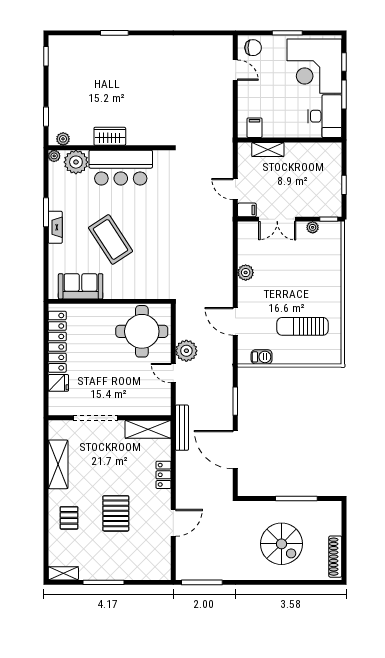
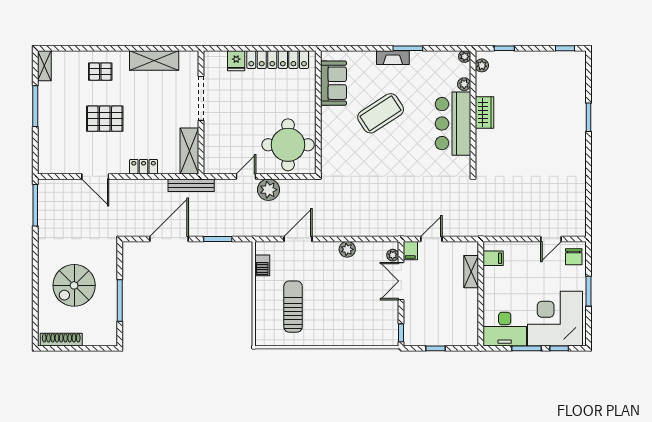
plant: (76, 162) -> (464, 84), width x0.53, depth x0.53
plant: (313, 227) -> (393, 255), moved

